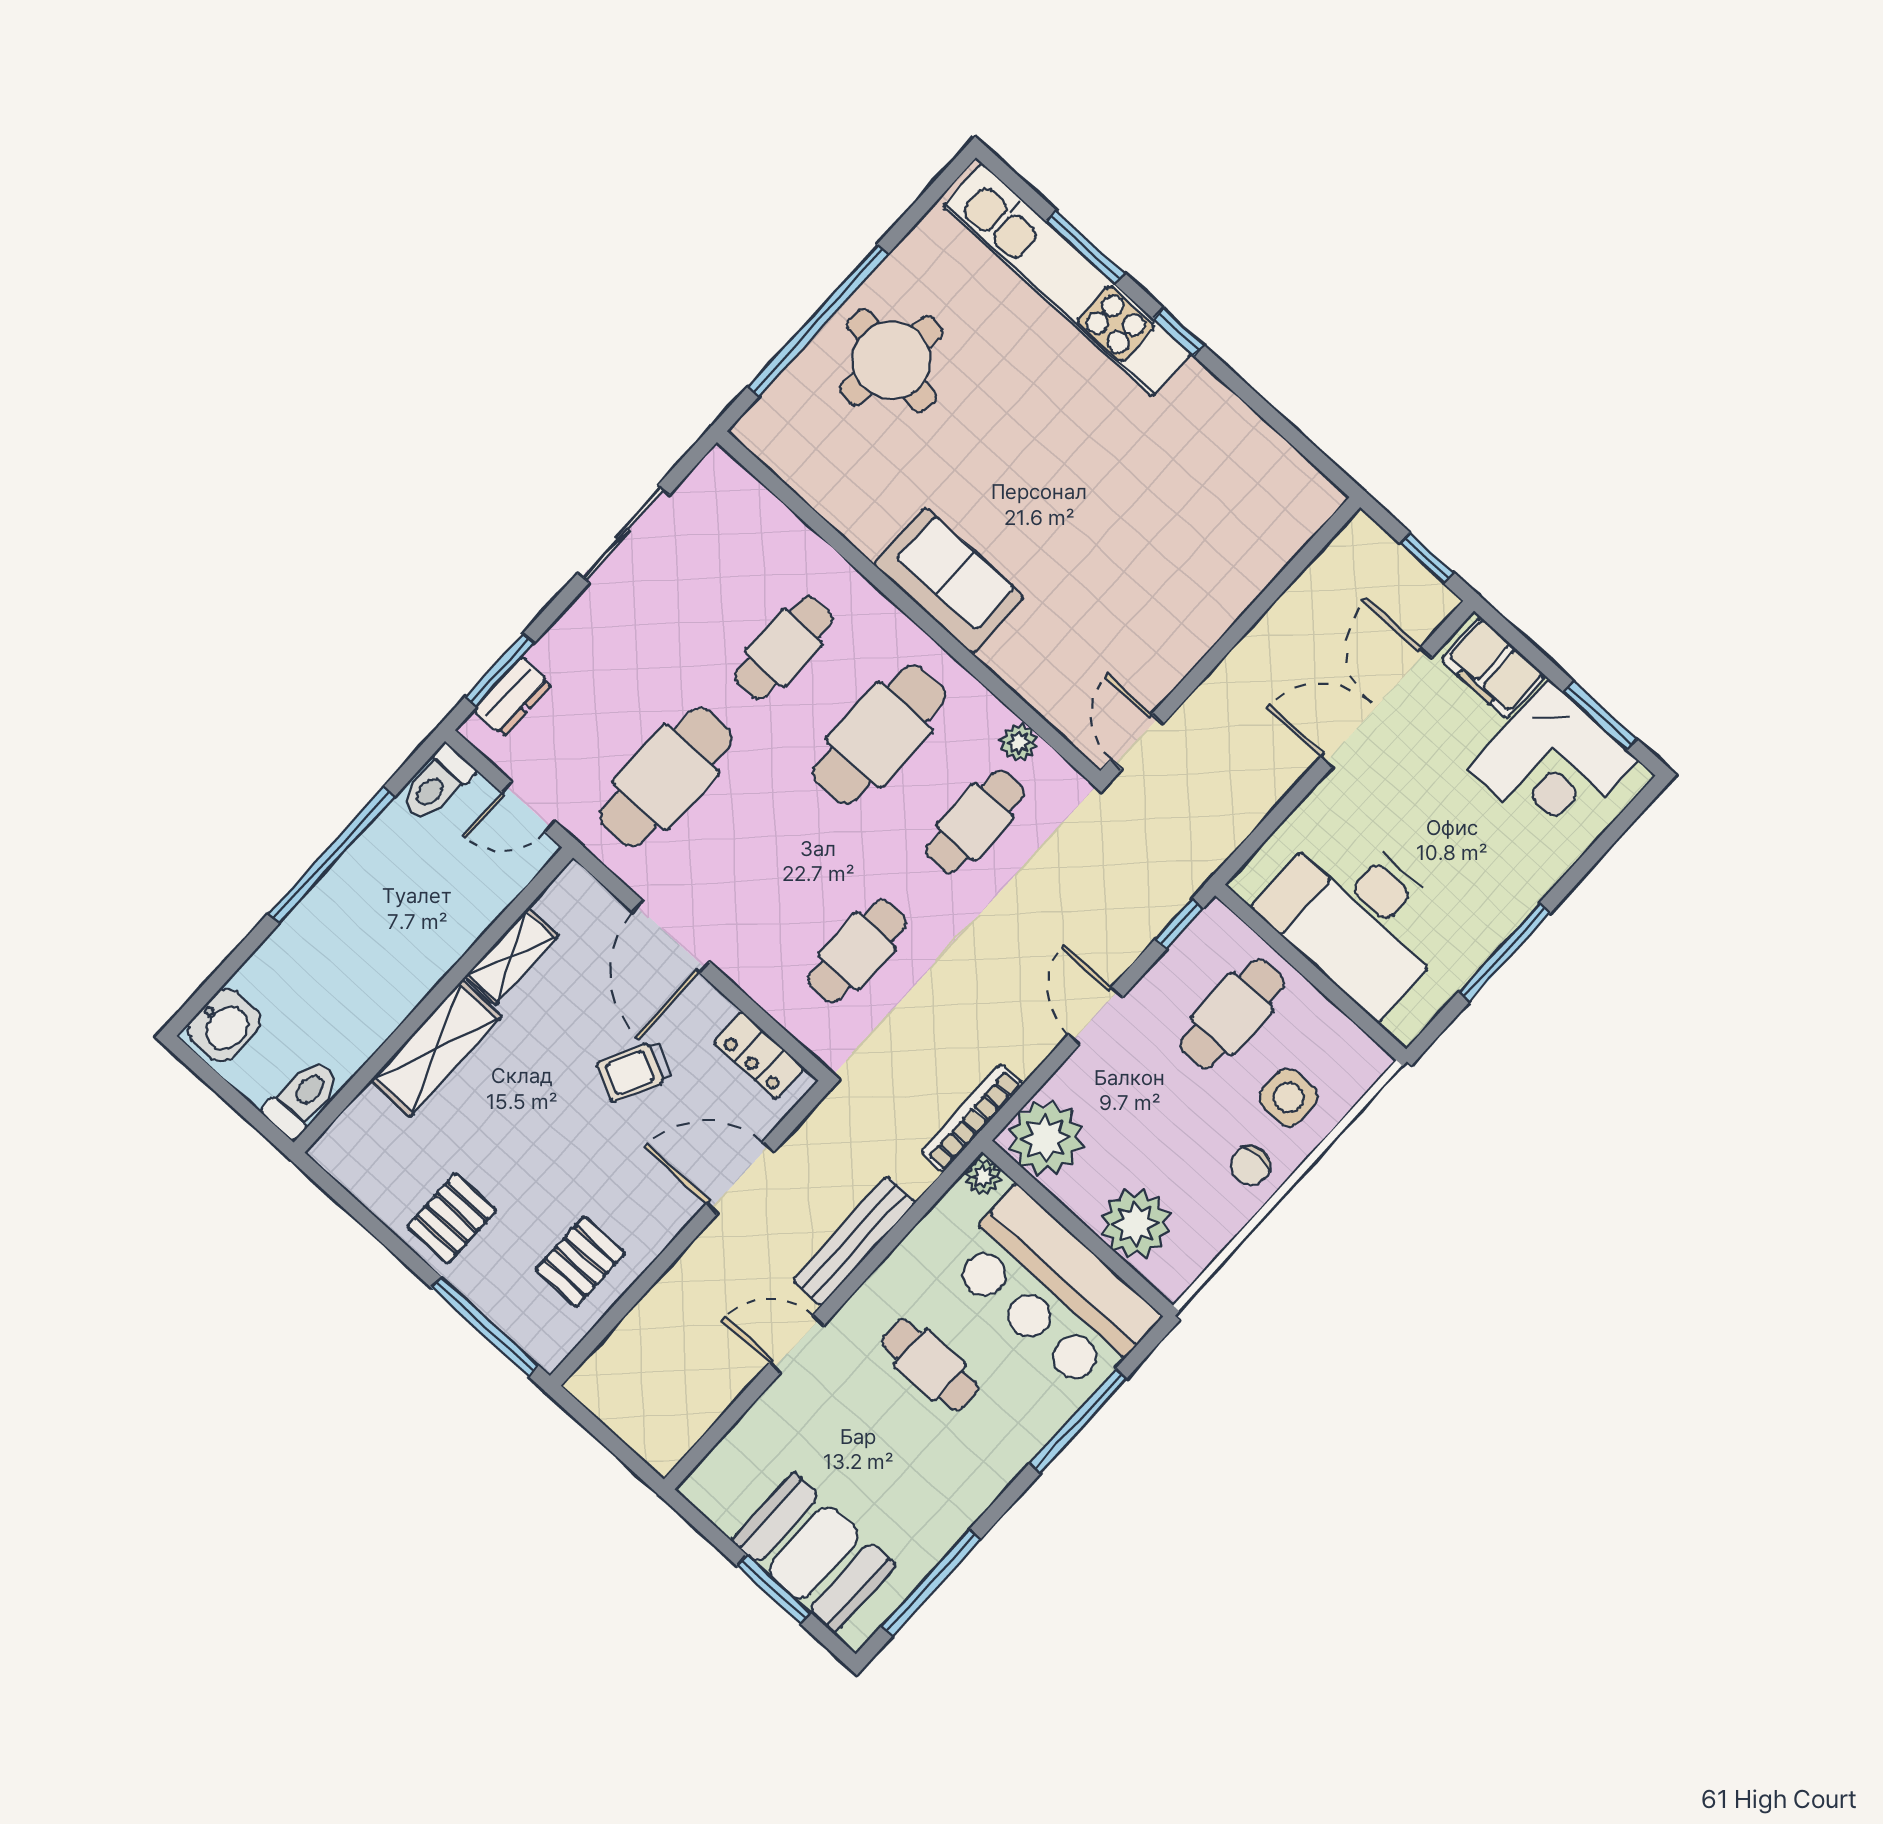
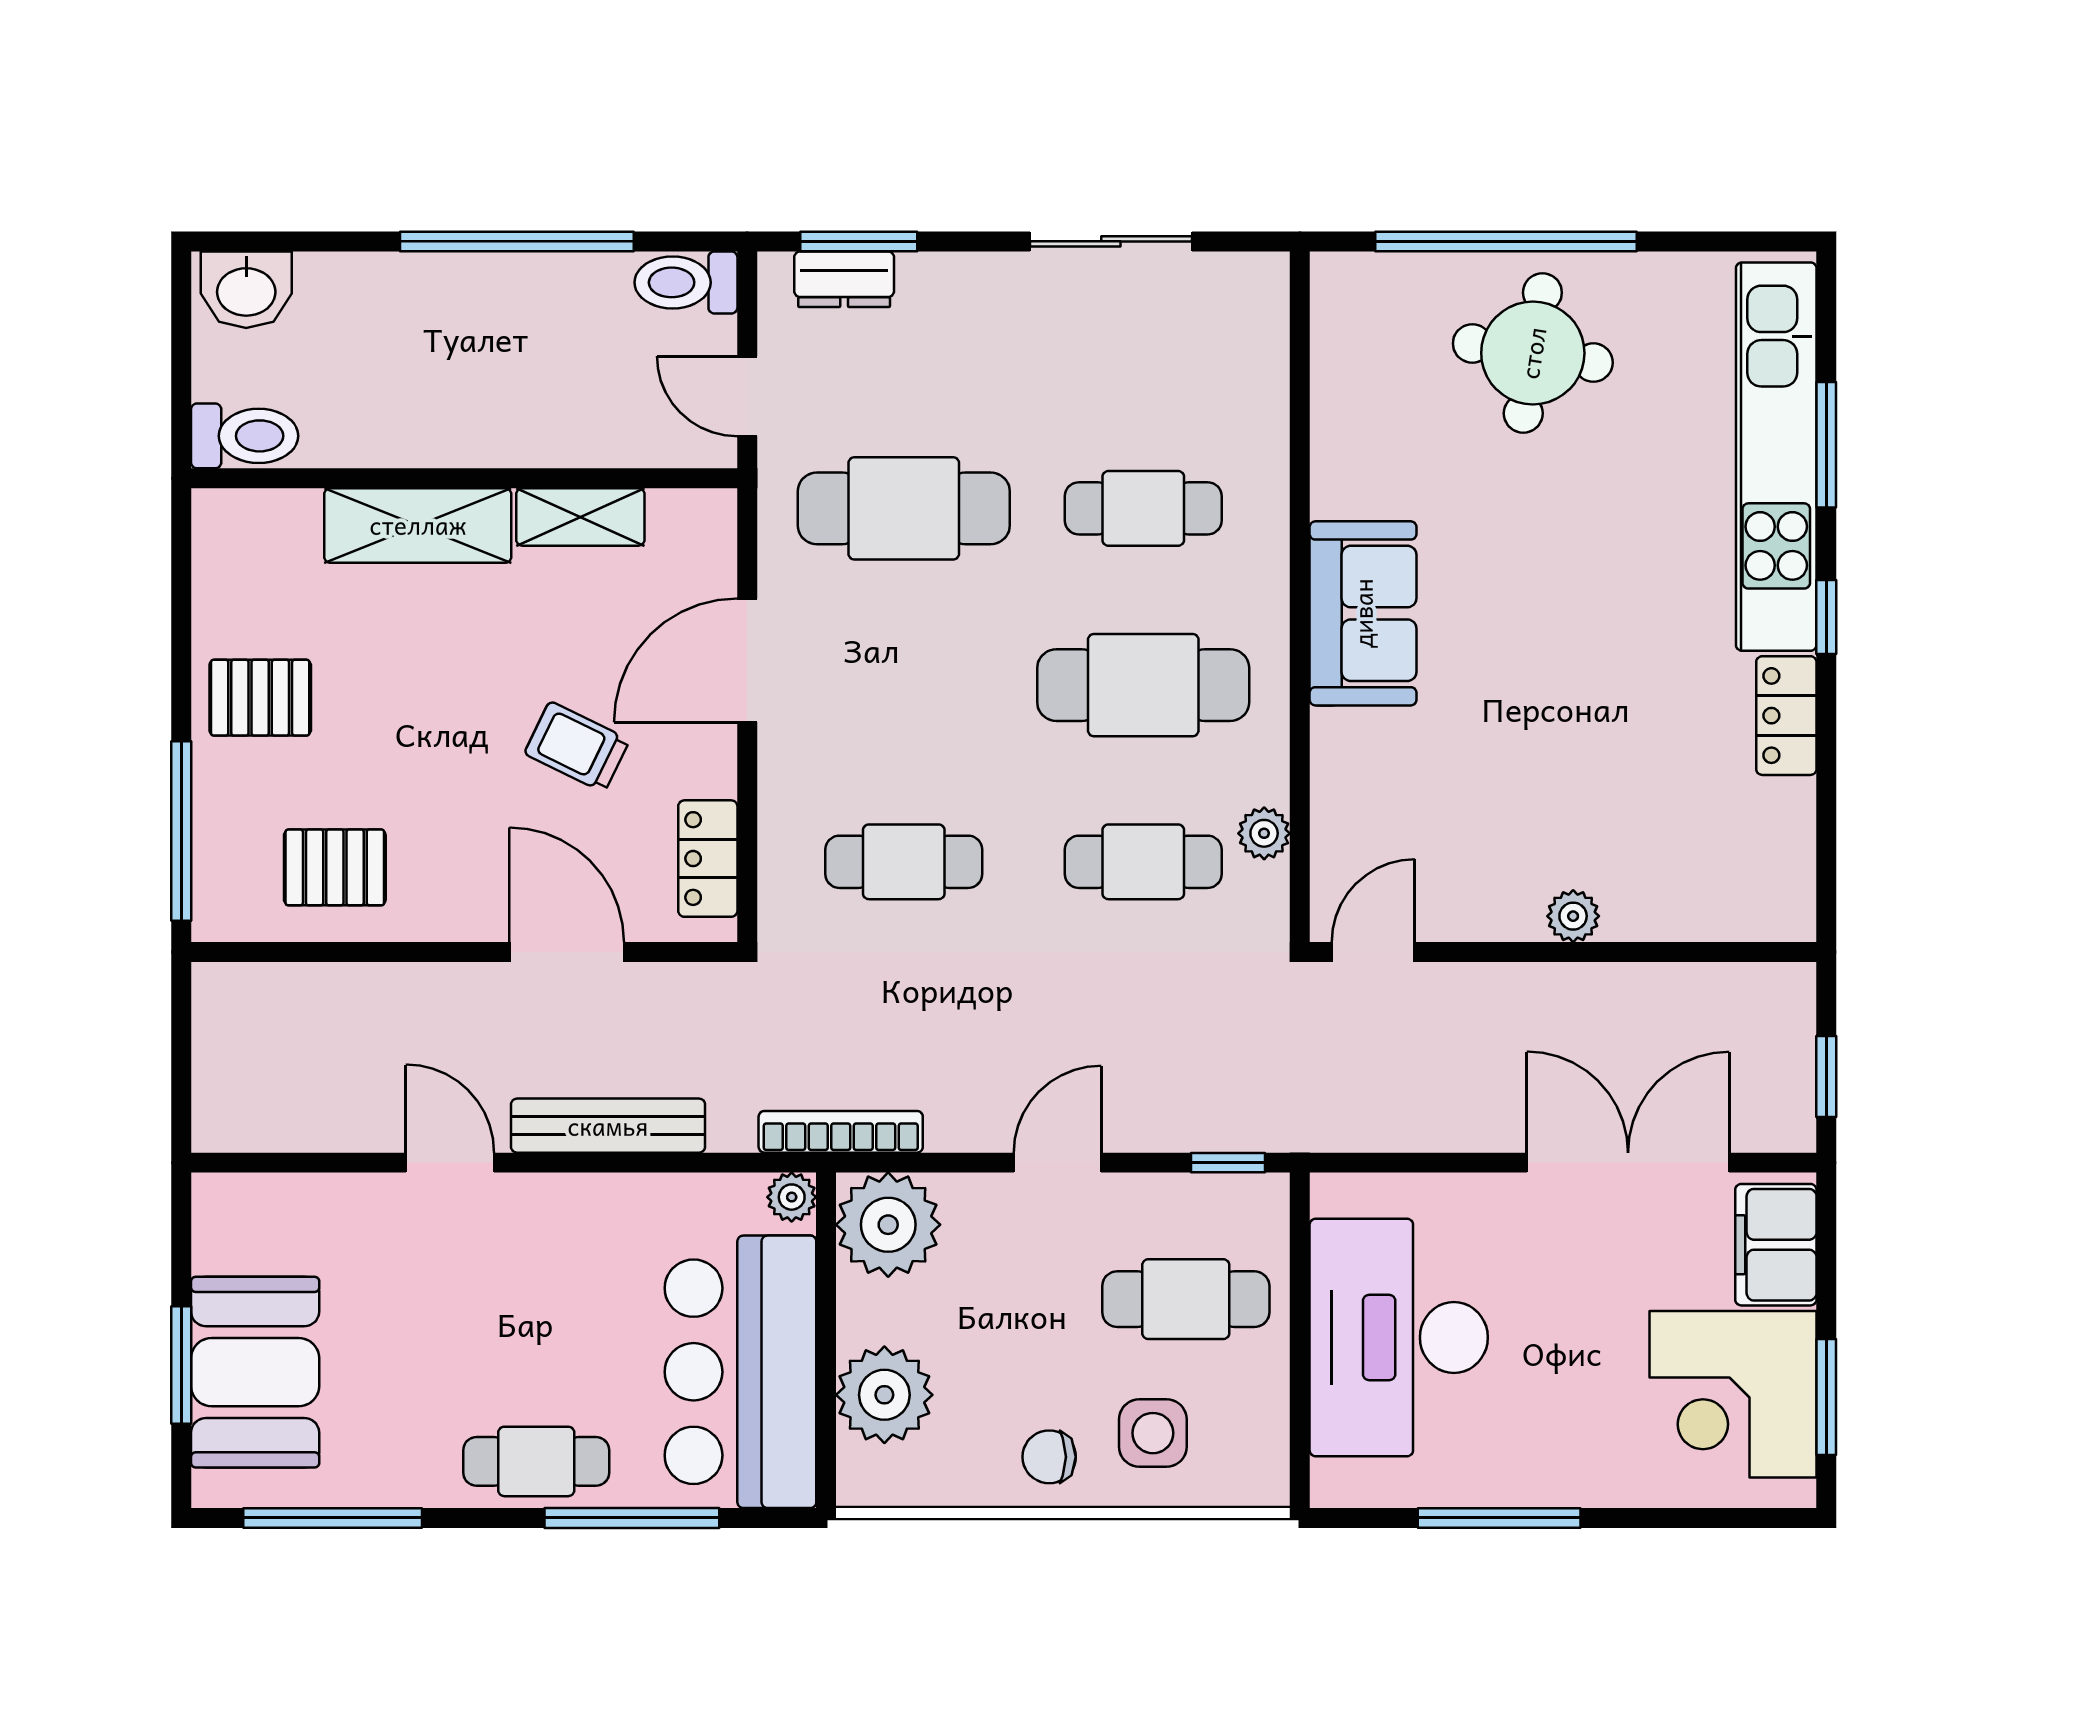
locker: (1212, 402) -> (1786, 716), added
plant: (1216, 616) -> (1573, 916), added
cafe table: (930, 1365) -> (536, 1461), moved, turned 90

